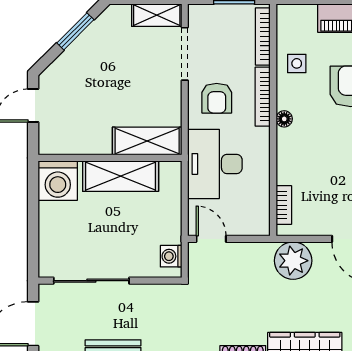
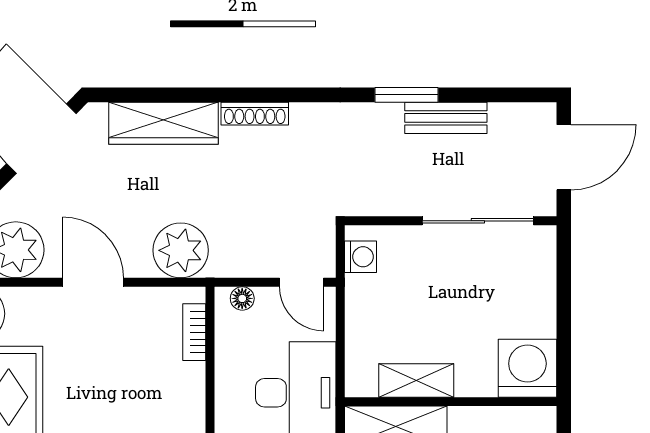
shelving: (121, 176) -> (416, 380), width x0.67, depth x0.75
floor lamp: (251, 228) -> (242, 298), added

